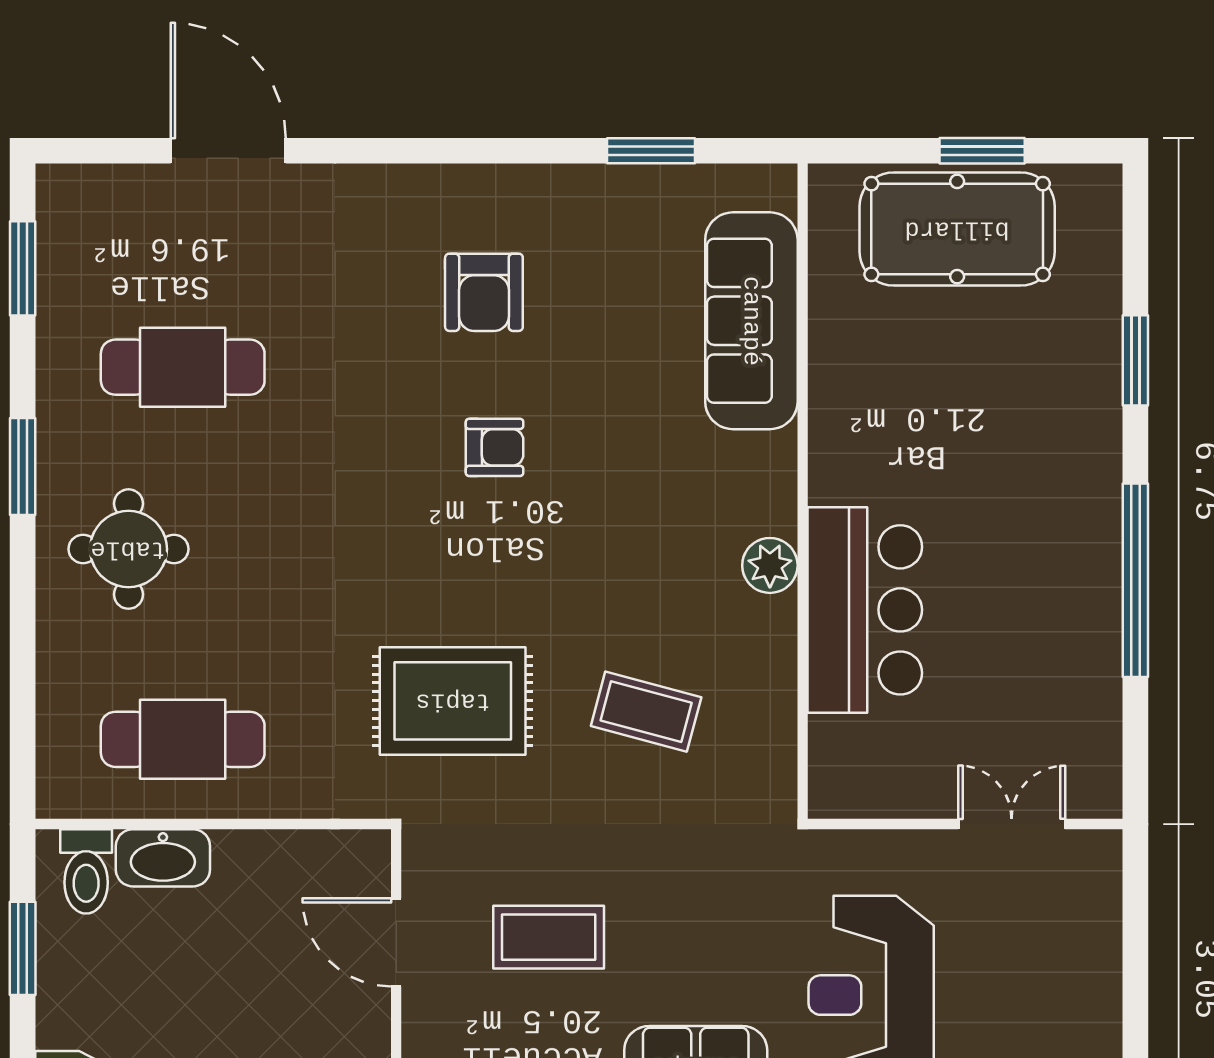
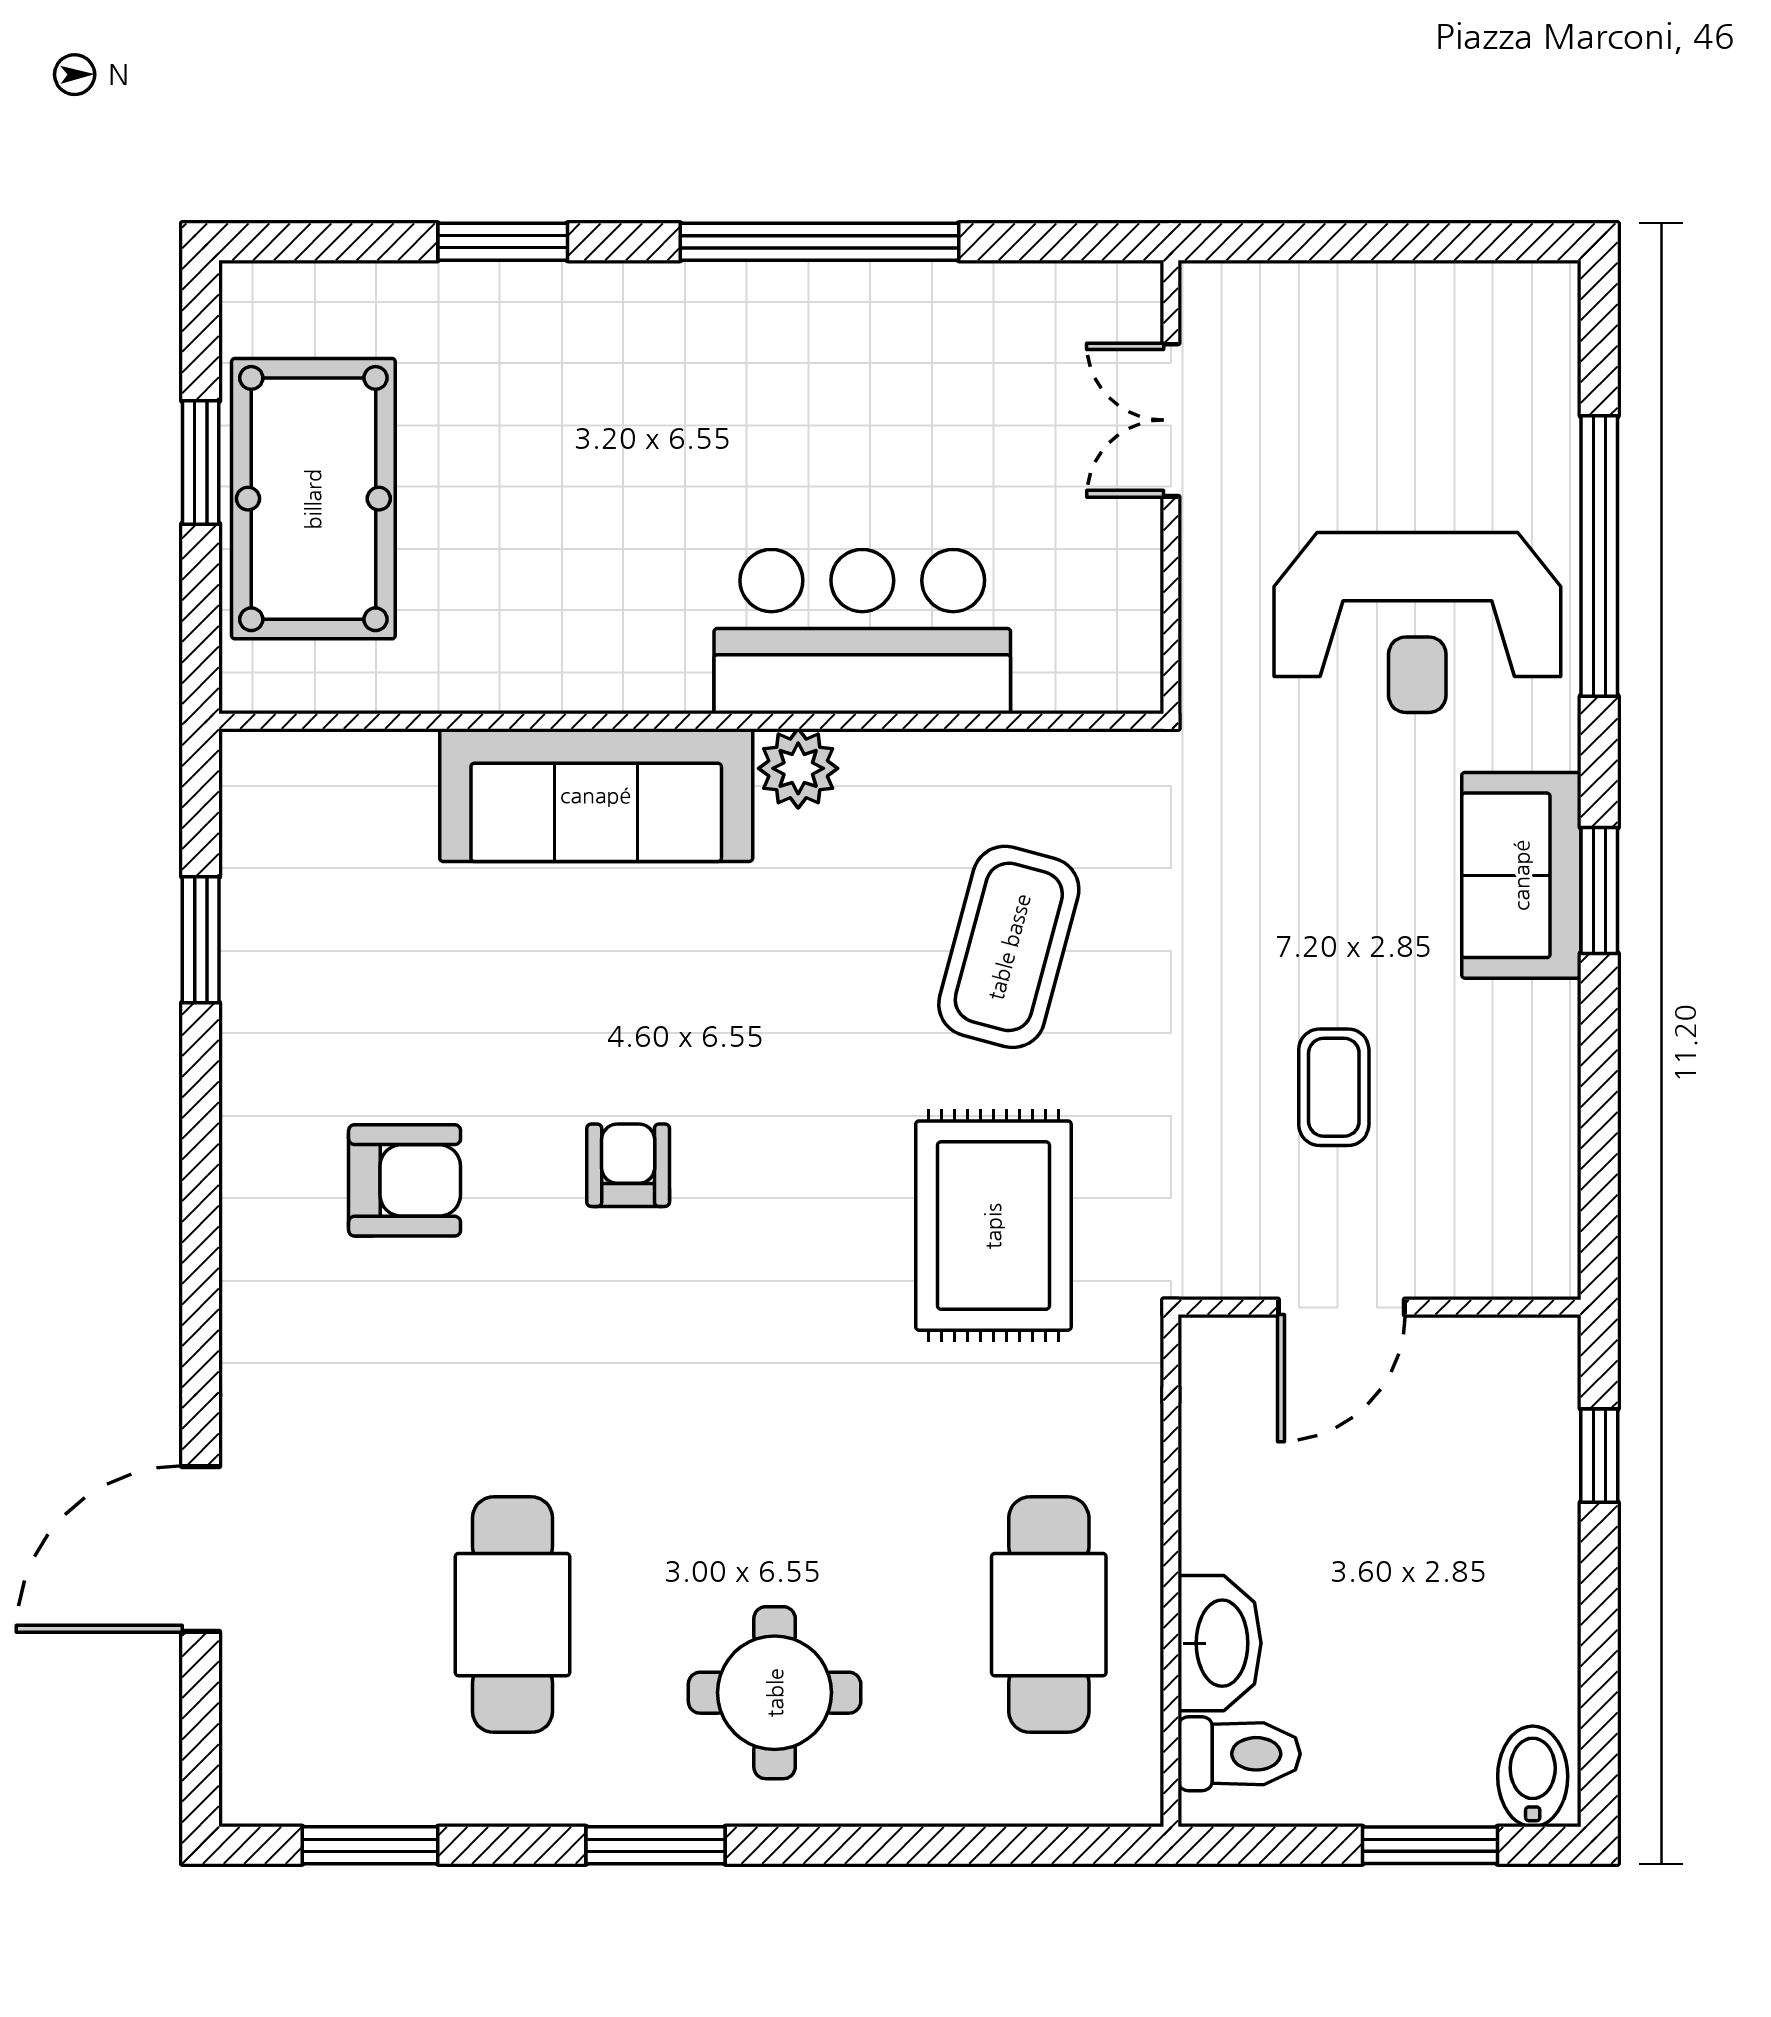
sofa: (751, 321) -> (596, 795), moved
coffee table: (646, 712) -> (1009, 947), width x1.36, depth x1.32
coffee table: (549, 937) -> (1334, 1087), width x0.73, depth x0.77
window: (23, 948) -> (1430, 1845), moved

